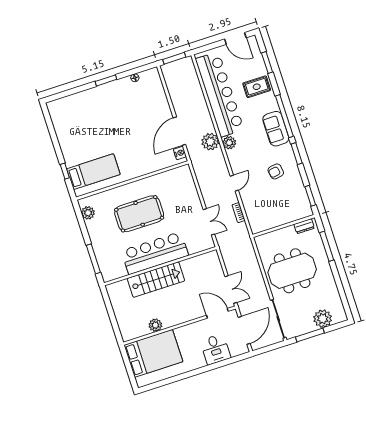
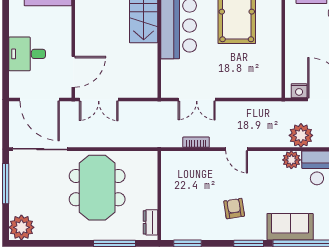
plant: (323, 319) -> (21, 227), moved

